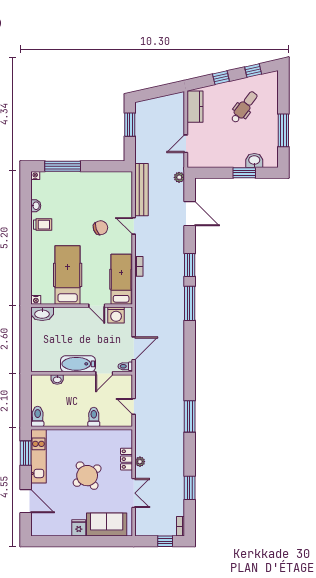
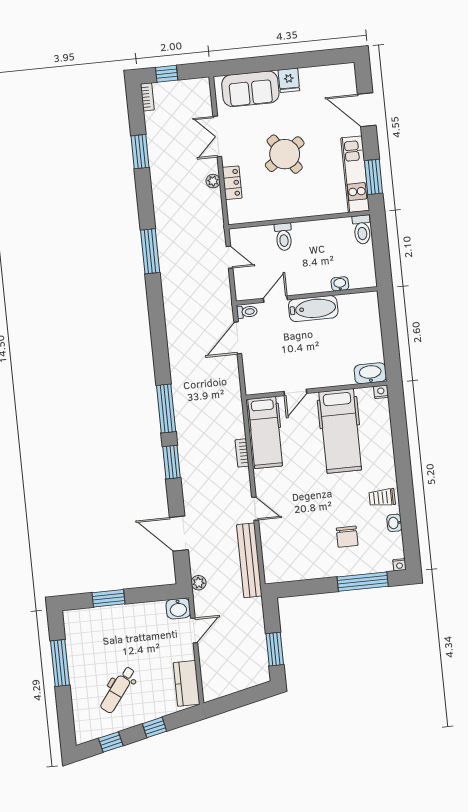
washbasin: (254, 160) -> (178, 609), moved
chair: (100, 228) -> (347, 537), moved, turned -70
door: (97, 306) -> (295, 392), swing flipped
washing machine: (116, 315) -> (267, 382), removed

